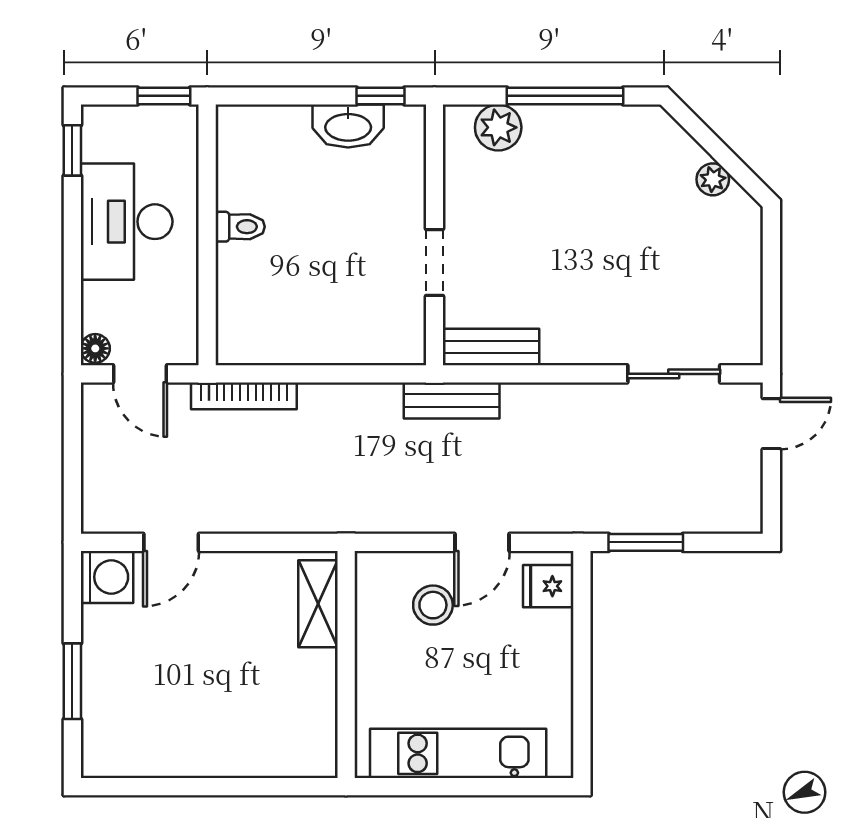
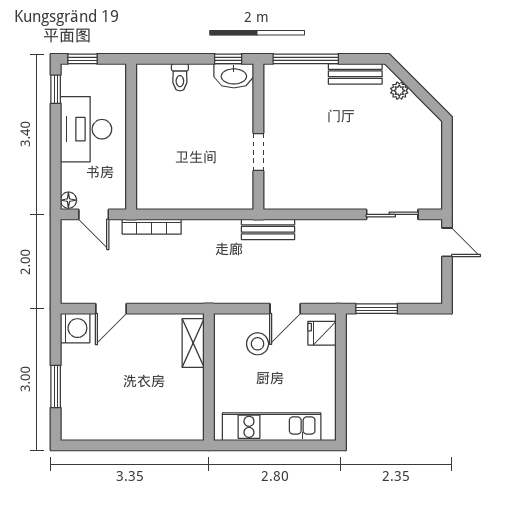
window: (164, 96) -> (82, 59), moved
window: (565, 96) -> (306, 59), moved
washbasin: (348, 126) -> (234, 76), moved
plant: (498, 127) -> (294, 76), removed
plant: (713, 179) -> (399, 91), moved
toilet: (240, 227) -> (180, 77), moved, turned 90
bench: (491, 347) -> (355, 74), moved
door: (771, 424) -> (447, 242), hinge flipped

